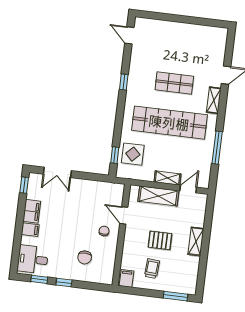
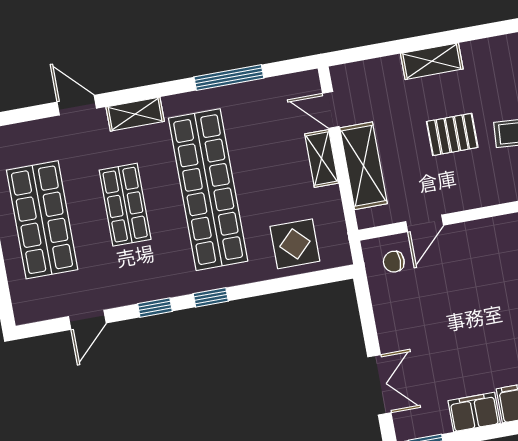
door: (129, 35) -> (87, 320), moved
shop shelf: (179, 43) -> (42, 220), added
window: (115, 155) -> (211, 297), moved
chair: (104, 231) -> (394, 262), moved
pallet: (160, 240) -> (452, 134), turned 90

